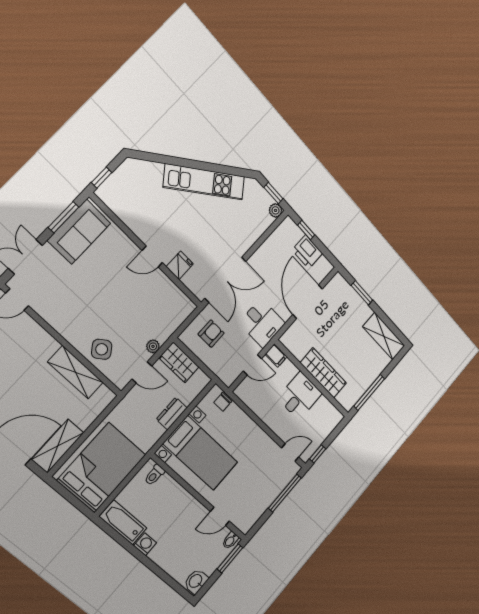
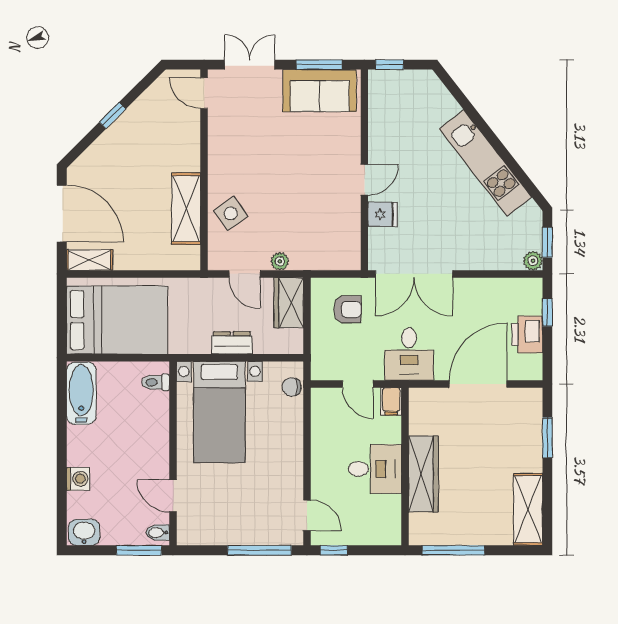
door: (152, 257) -> (364, 180), swing flipped
shelving: (58, 446) -> (90, 260), width x0.67, depth x0.75
washing machine: (145, 544) -> (78, 479), moved

